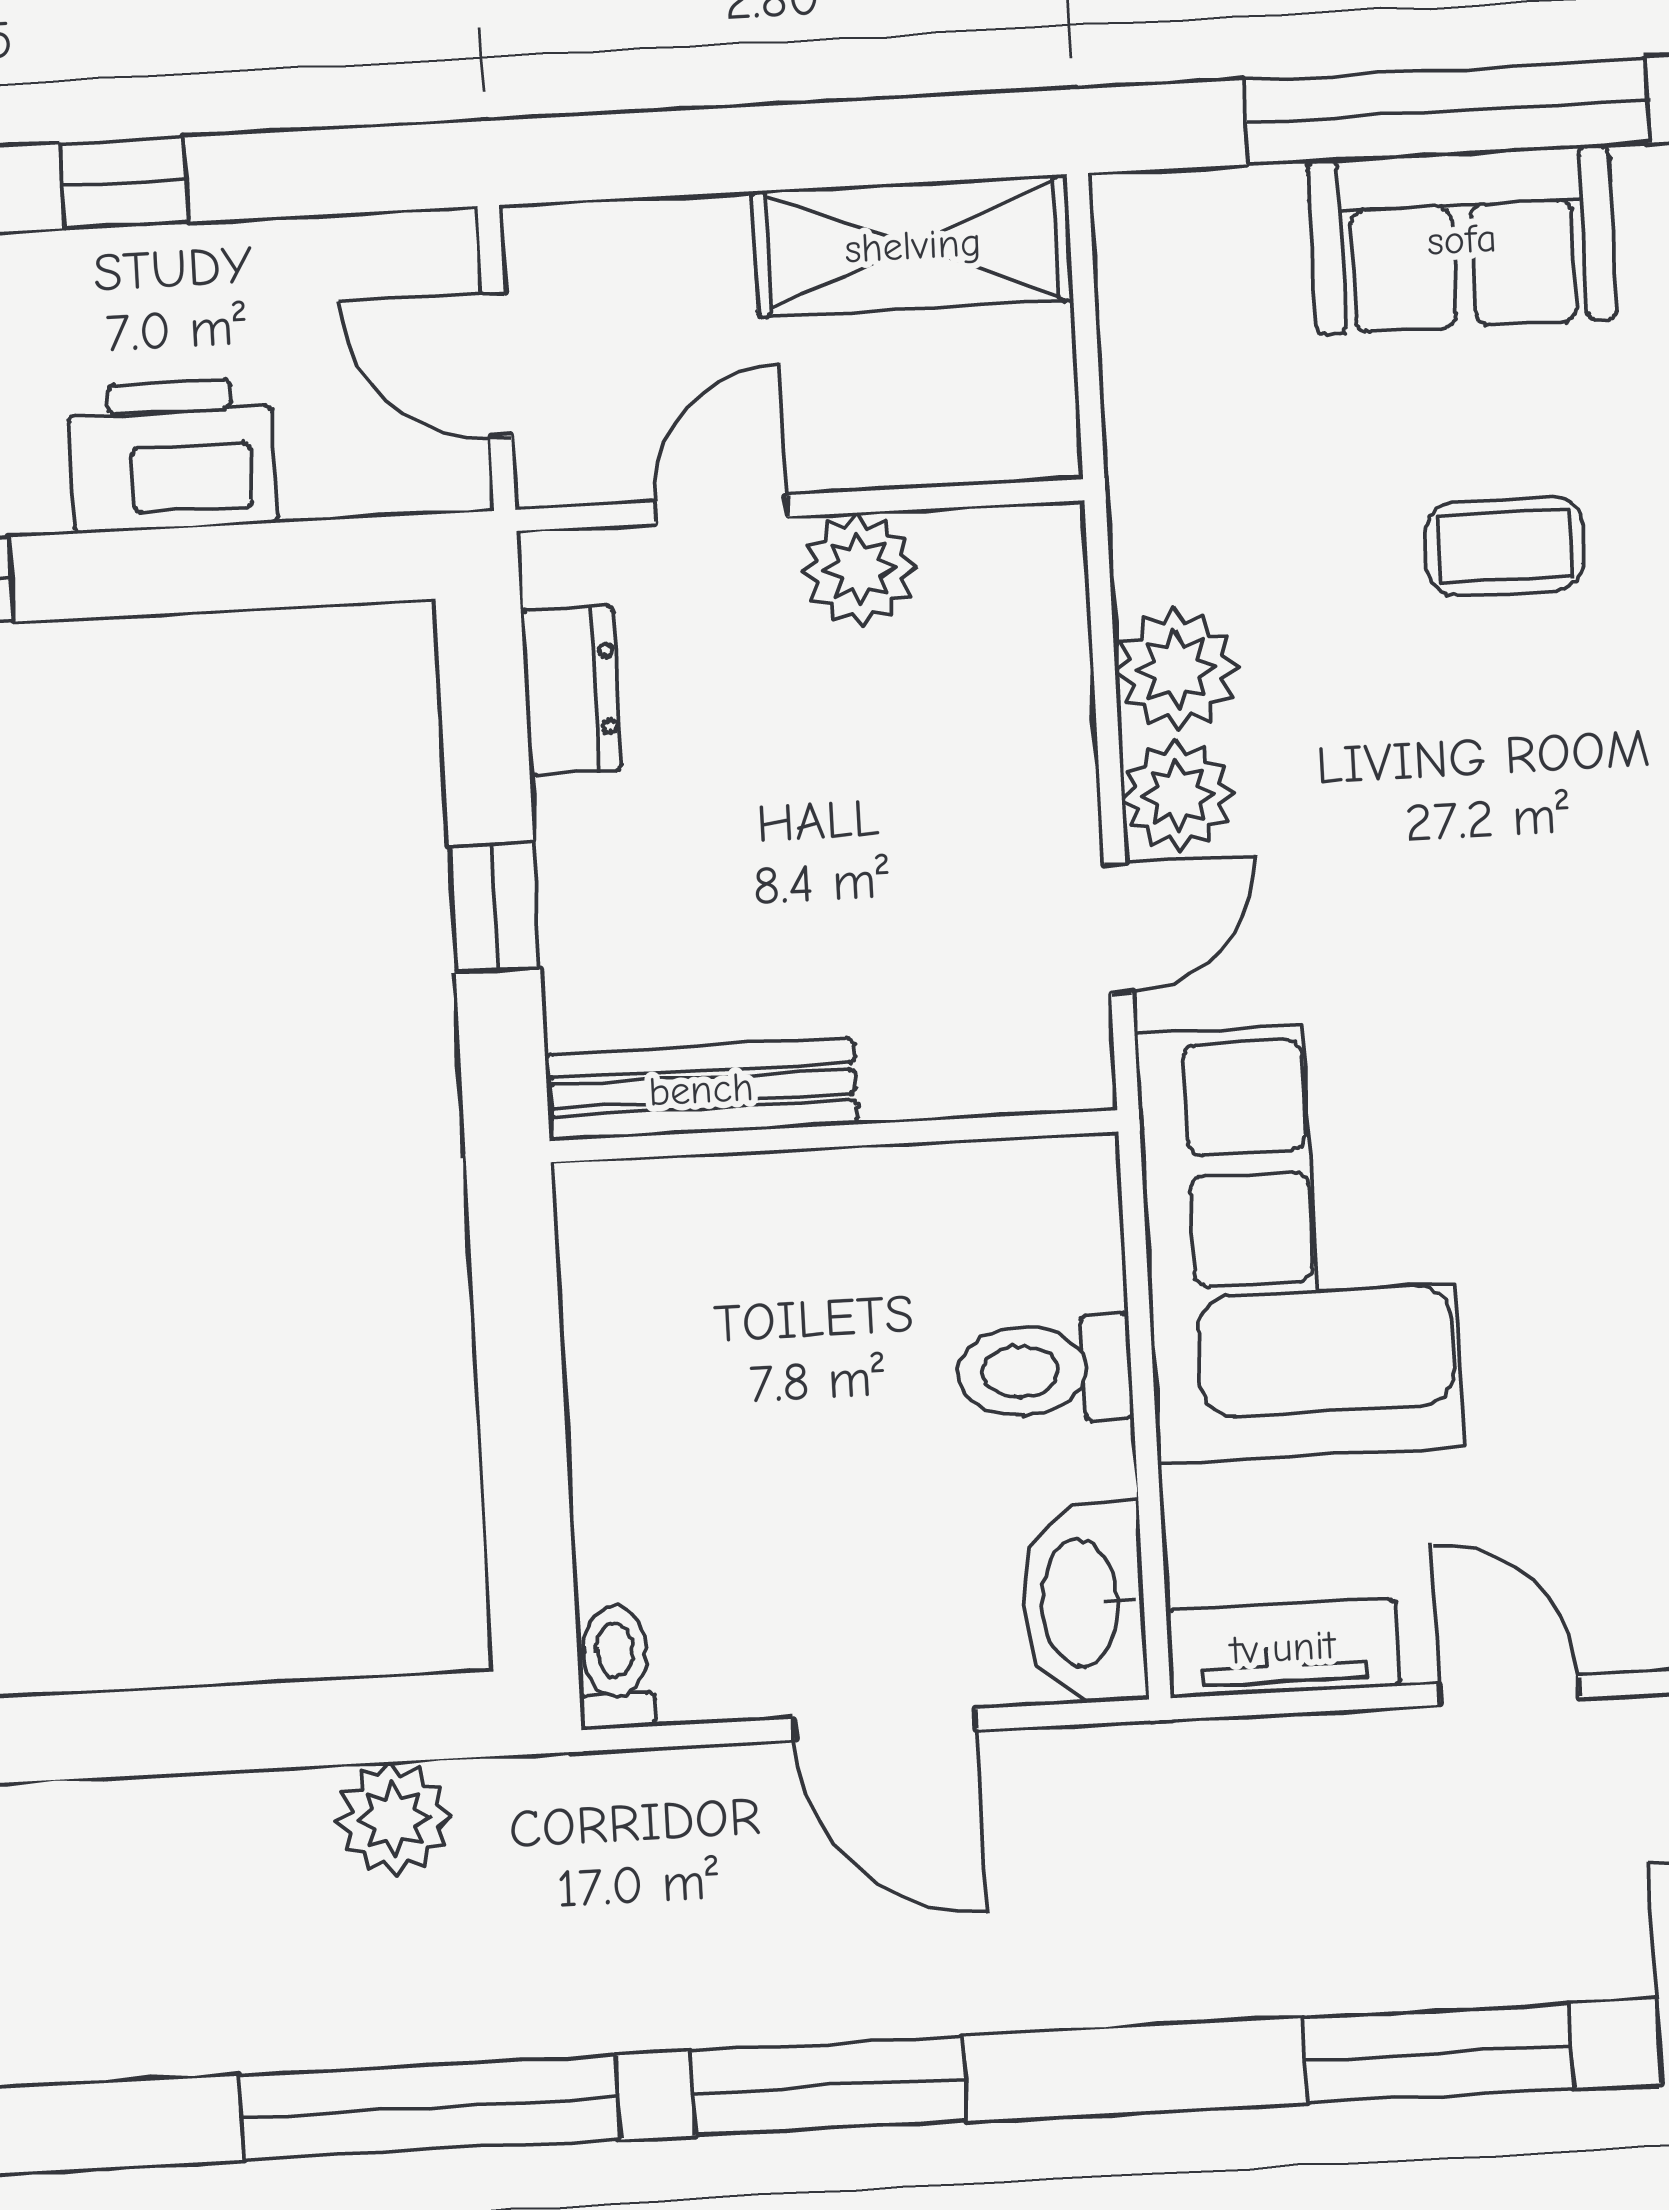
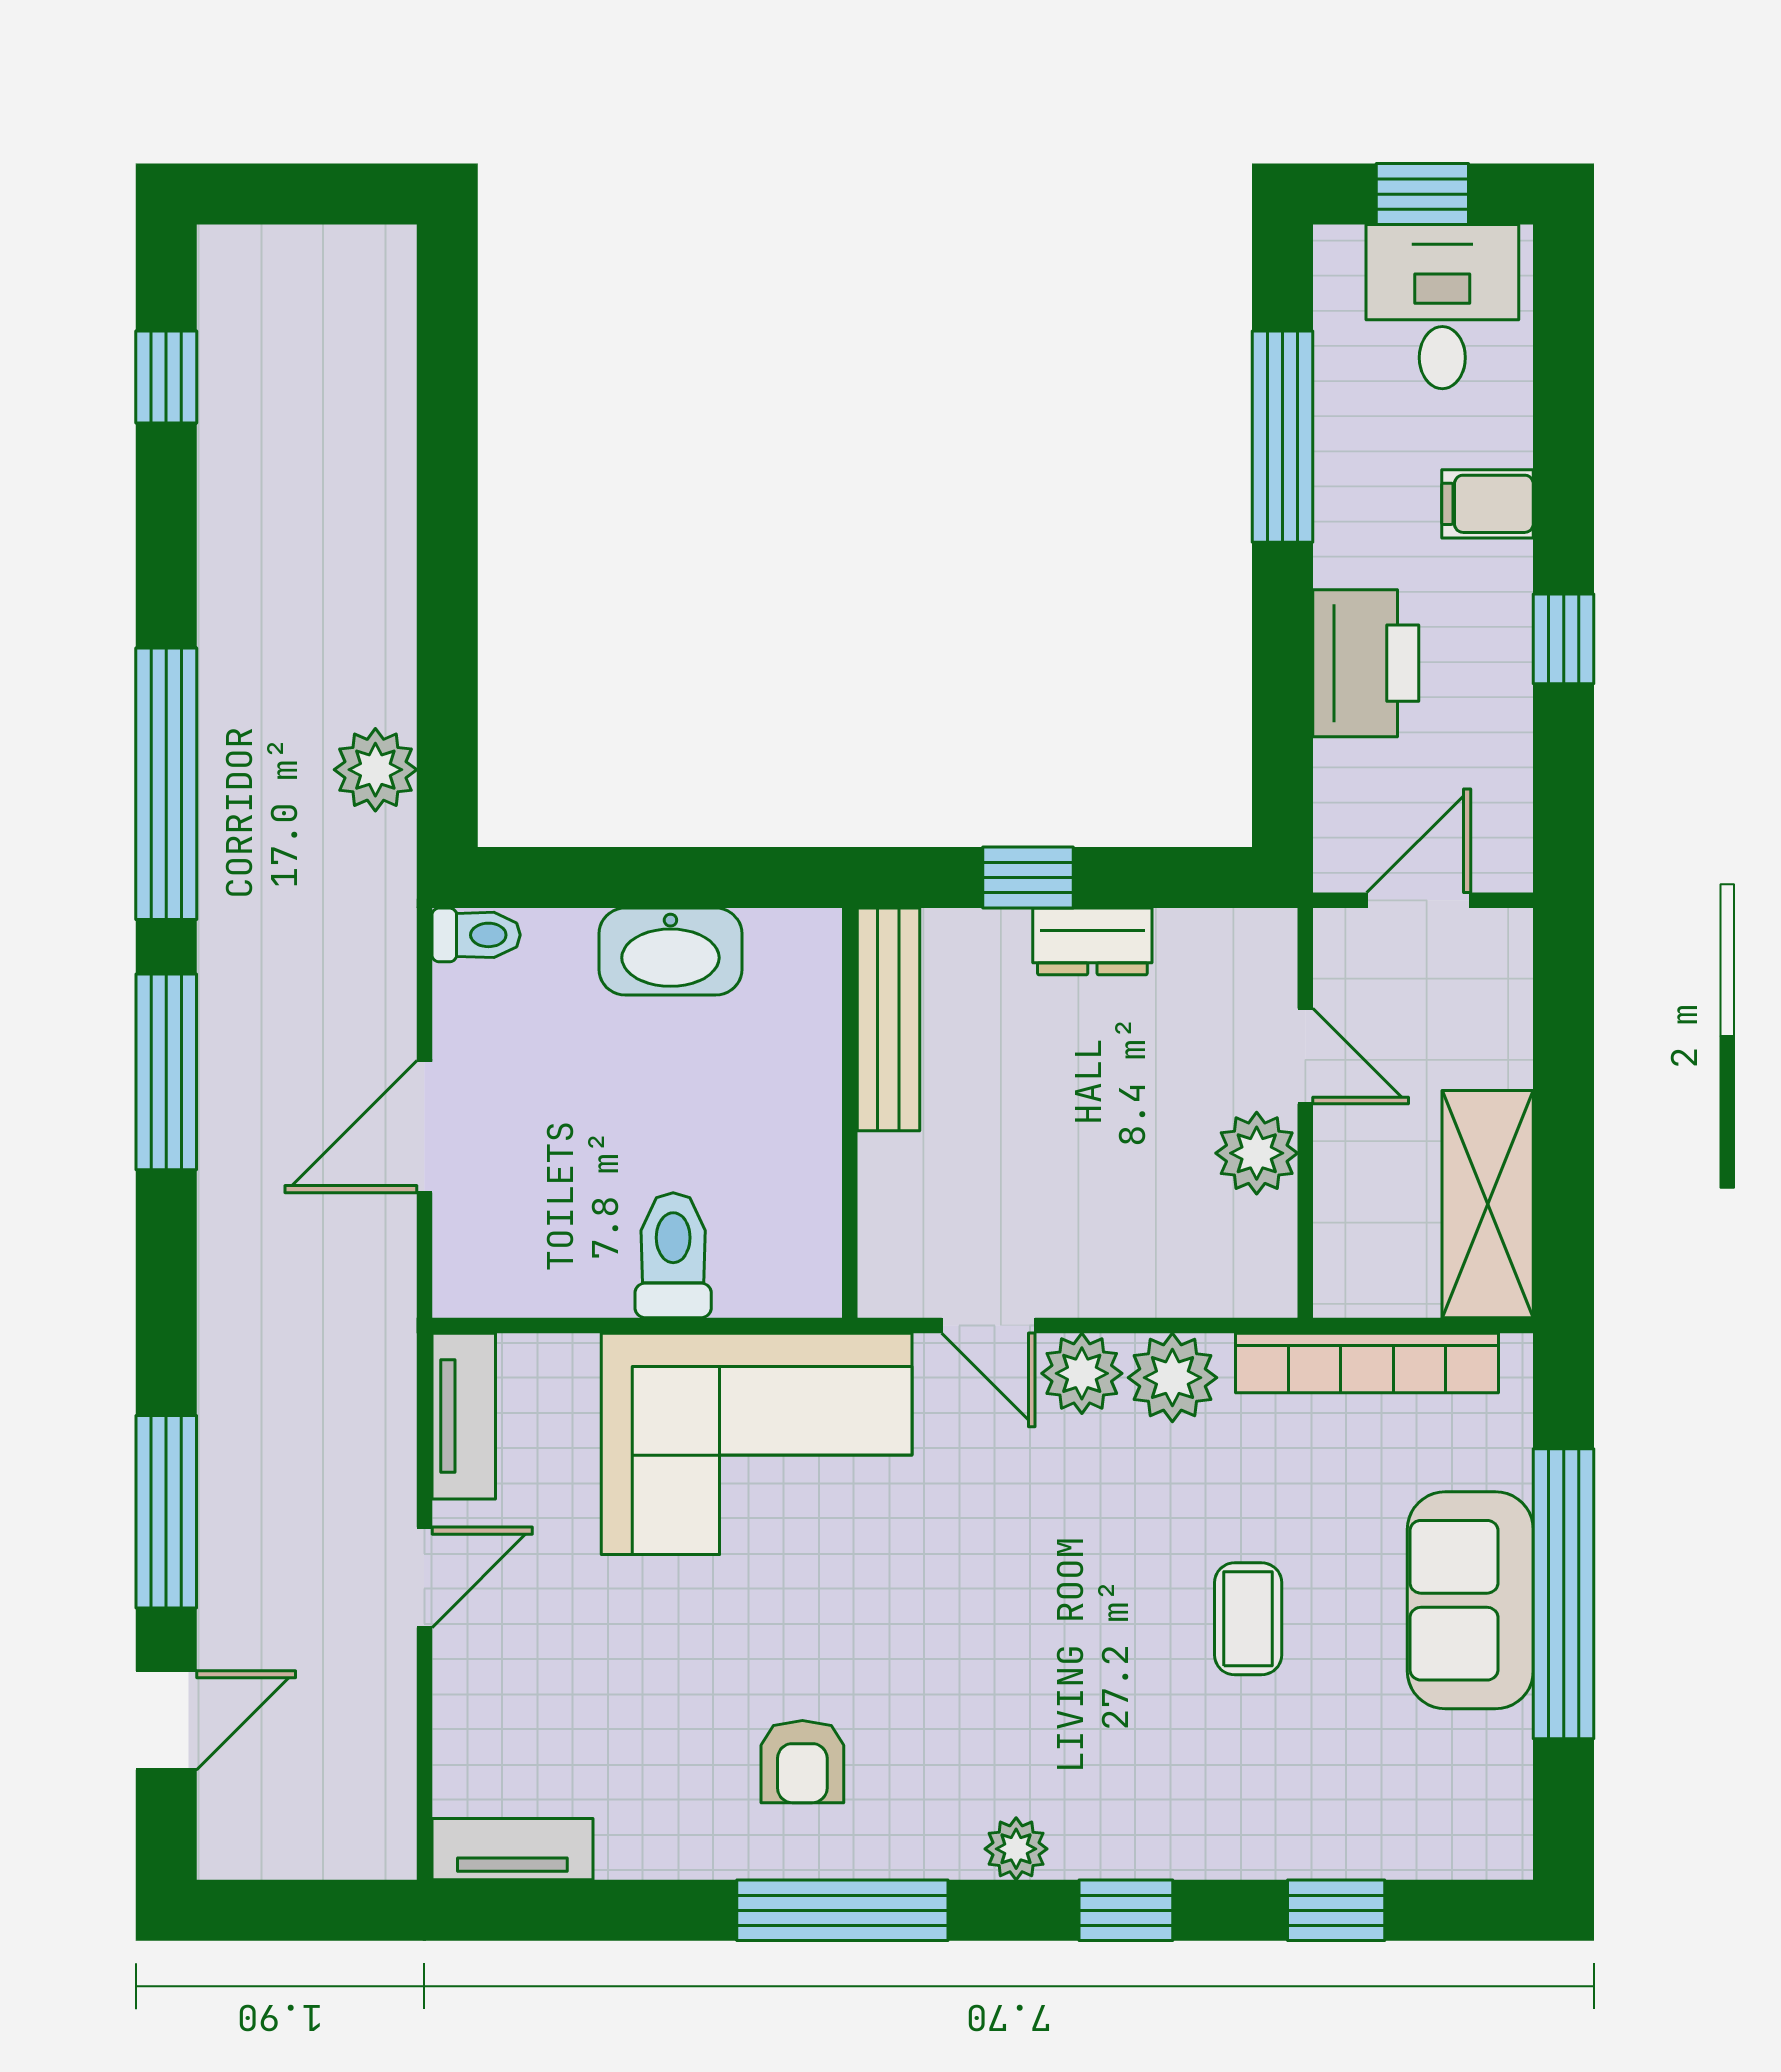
bookcase: (1142, 401) -> (1367, 1363), added
dresser: (572, 690) -> (1092, 941), moved
washbasin: (1083, 1602) -> (670, 952), moved, turned 180

